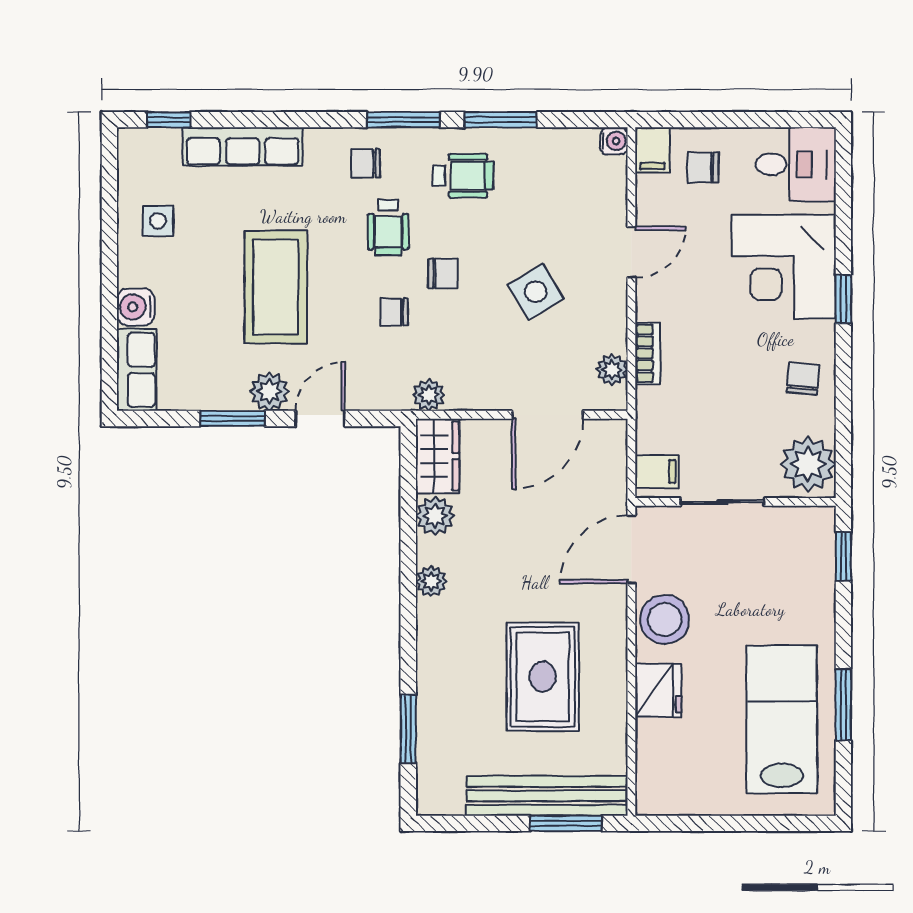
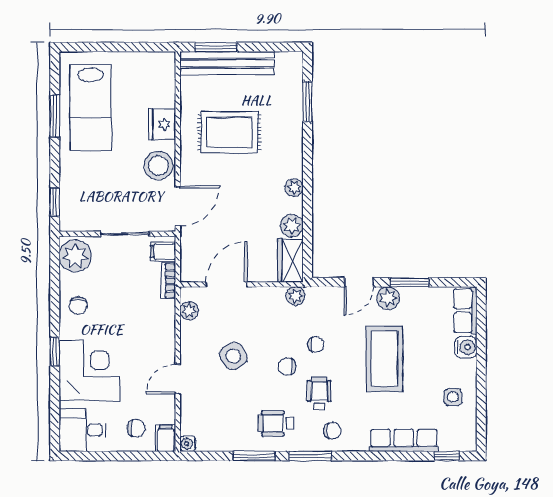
bookcase: (648, 353) -> (168, 281), moved
rug: (543, 677) -> (229, 132), turned 90

